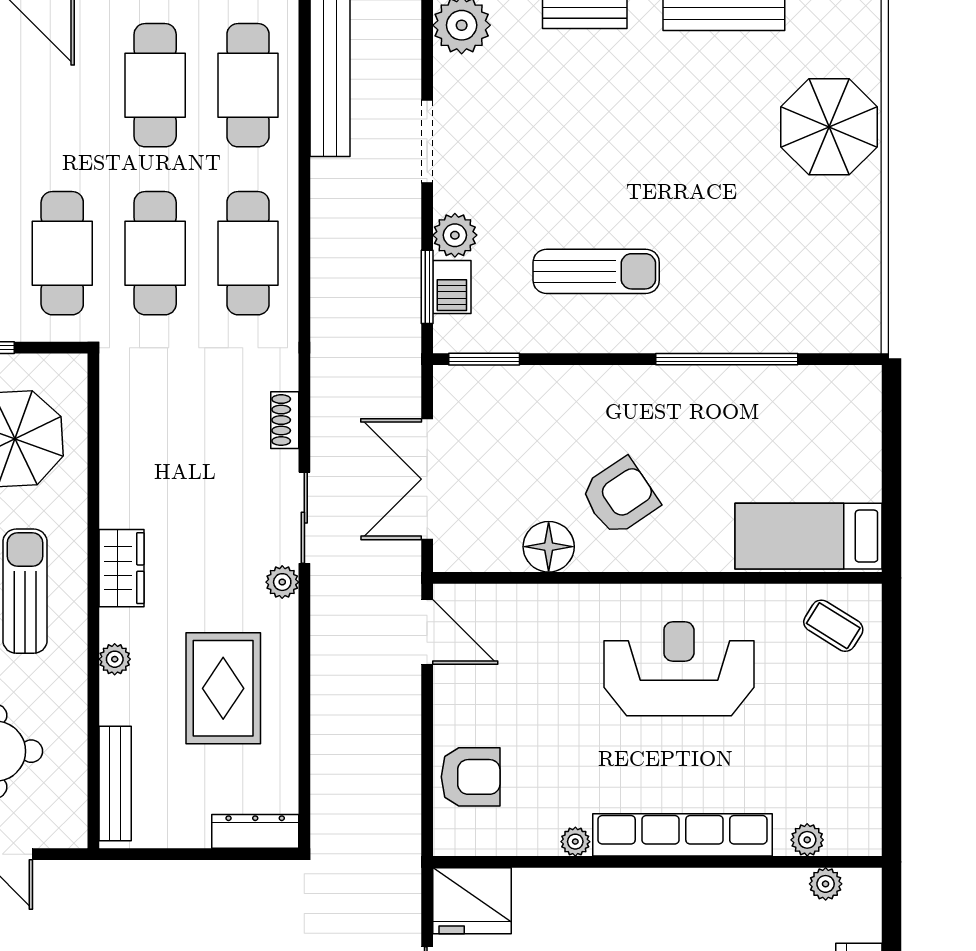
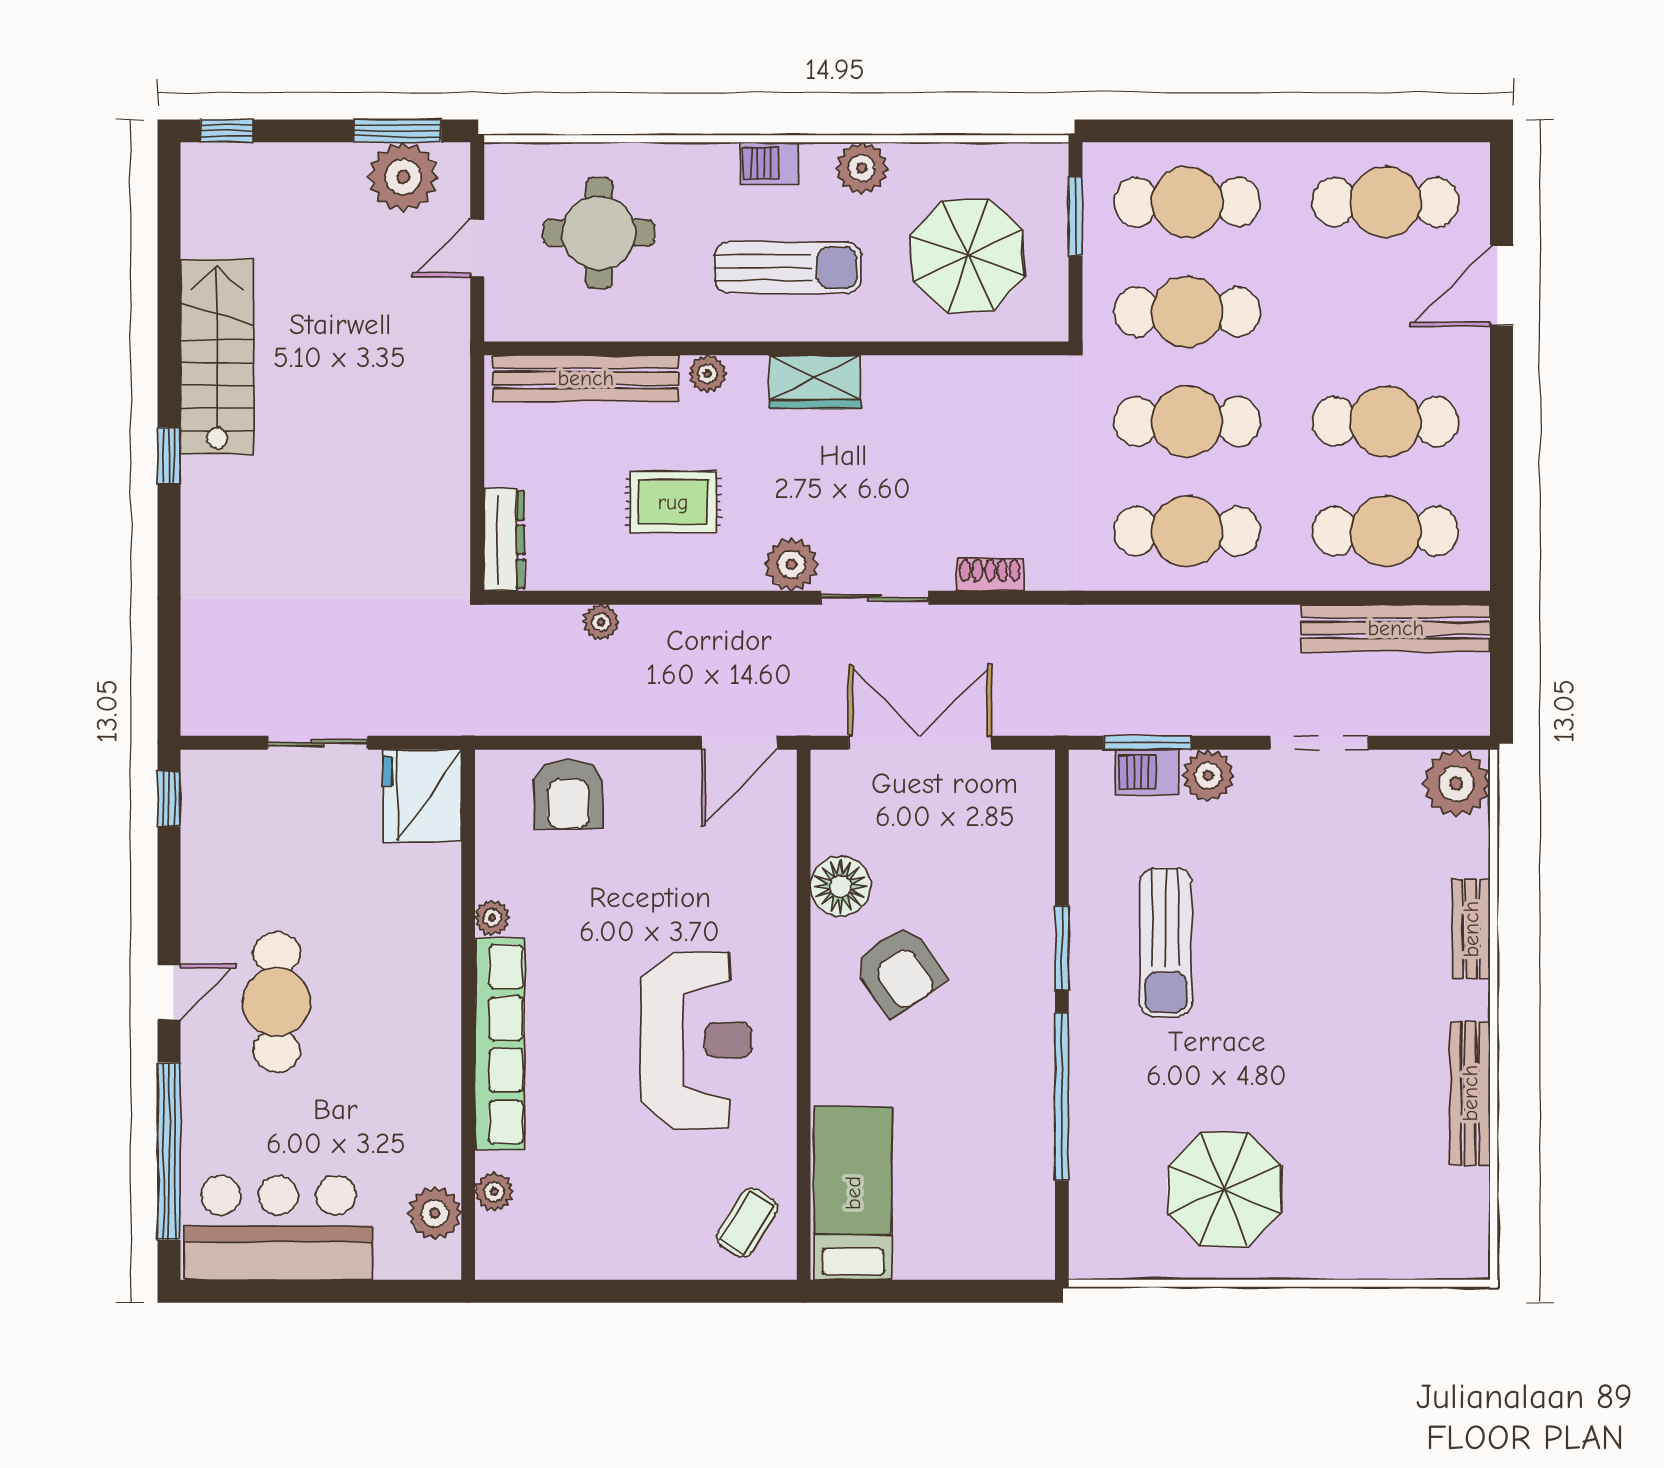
parasol: (829, 127) -> (1224, 1189), moved
window: (484, 359) -> (1062, 948), moved
plant: (282, 582) -> (791, 564), width x1.38, depth x1.38
rug: (223, 688) -> (673, 502), width x0.73, depth x0.70
plant: (325, 749) -> (601, 622), added
bench: (115, 783) -> (586, 378), width x1.37, depth x1.21
plant: (826, 884) -> (435, 1213), width x1.38, depth x1.38

